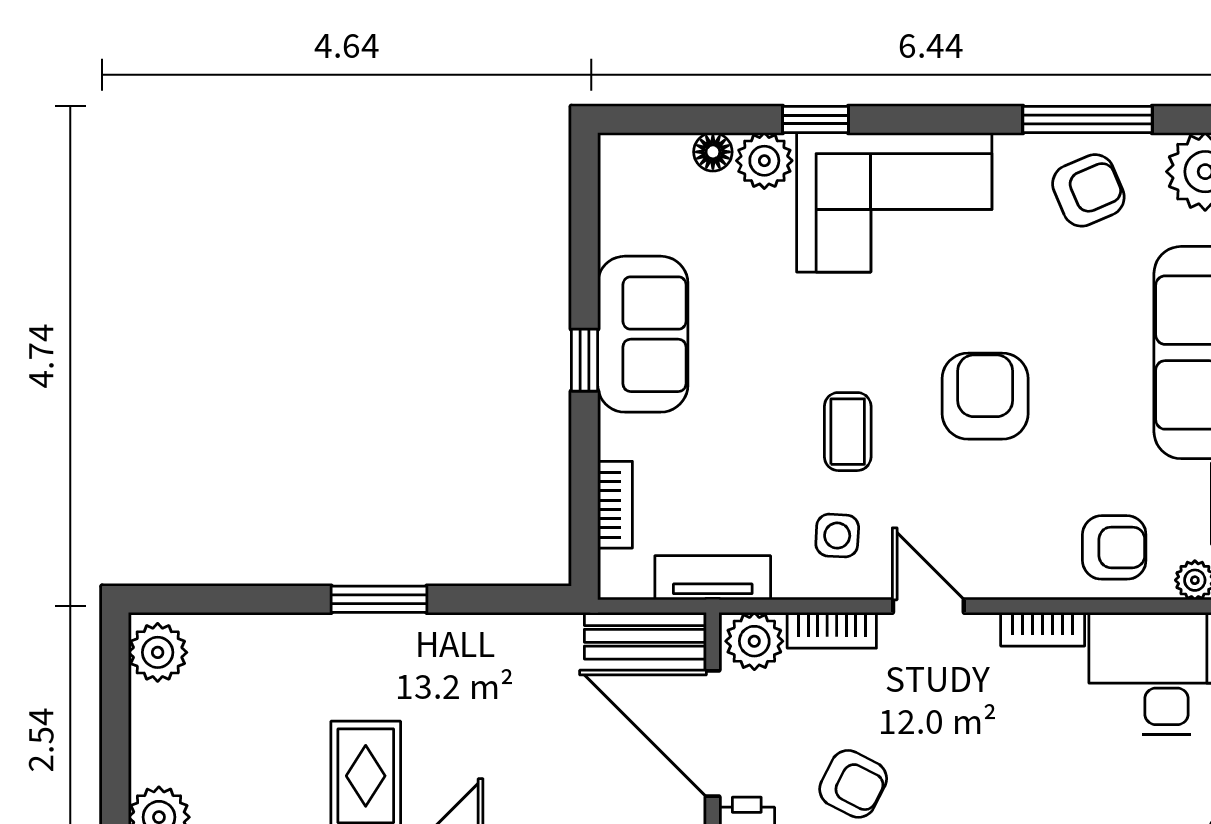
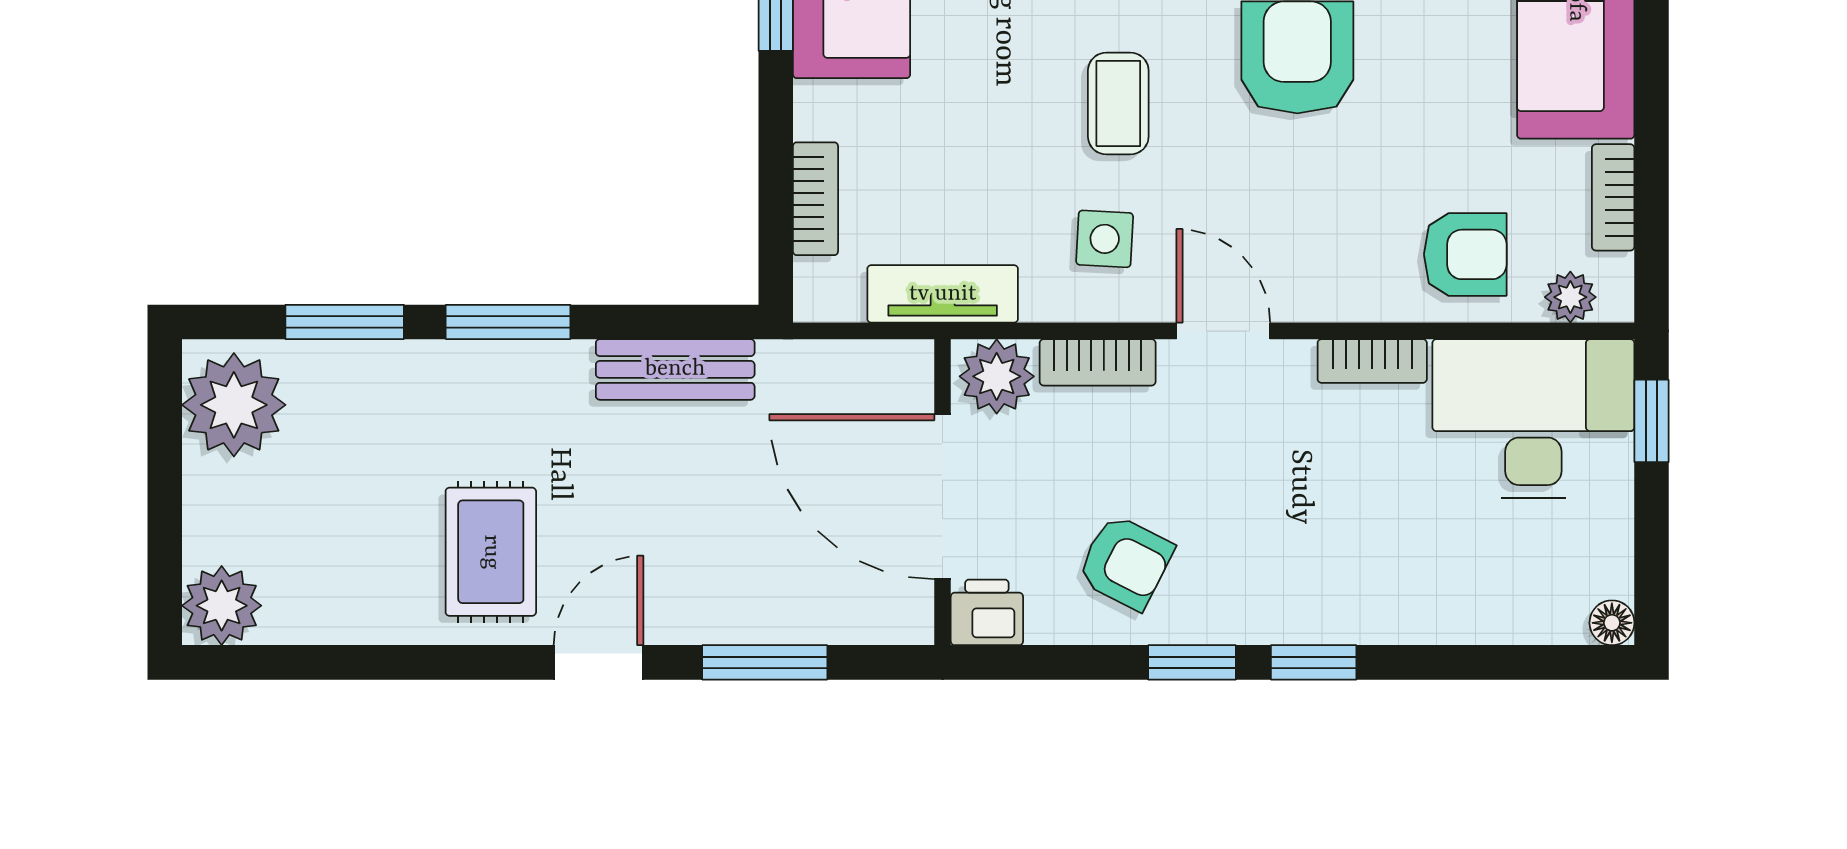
window: (253, 599) -> (345, 322), added
bench: (645, 636) -> (675, 369), moved
plant: (158, 652) -> (234, 405), width x1.36, depth x1.36

